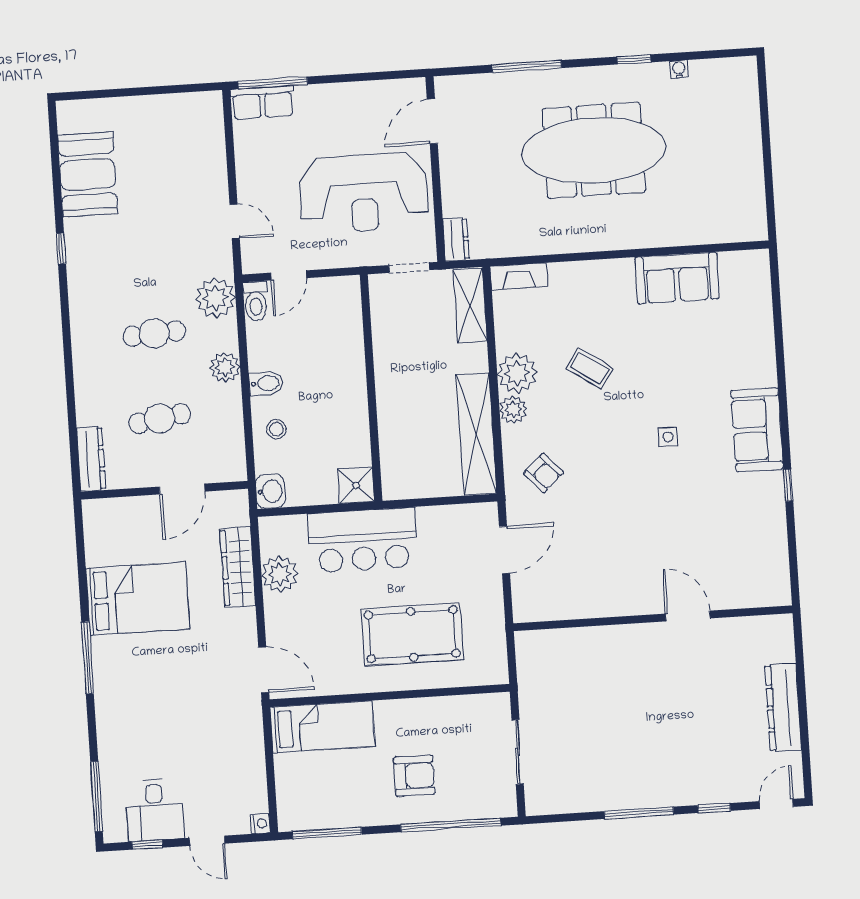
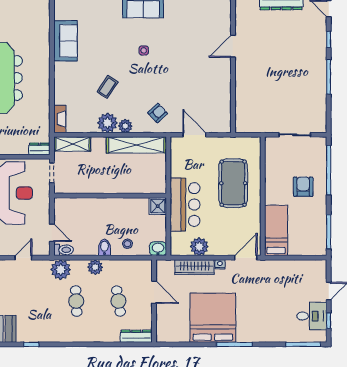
bed: (138, 599) -> (213, 318), width x1.36
nightstand: (260, 823) -> (220, 264), moved

